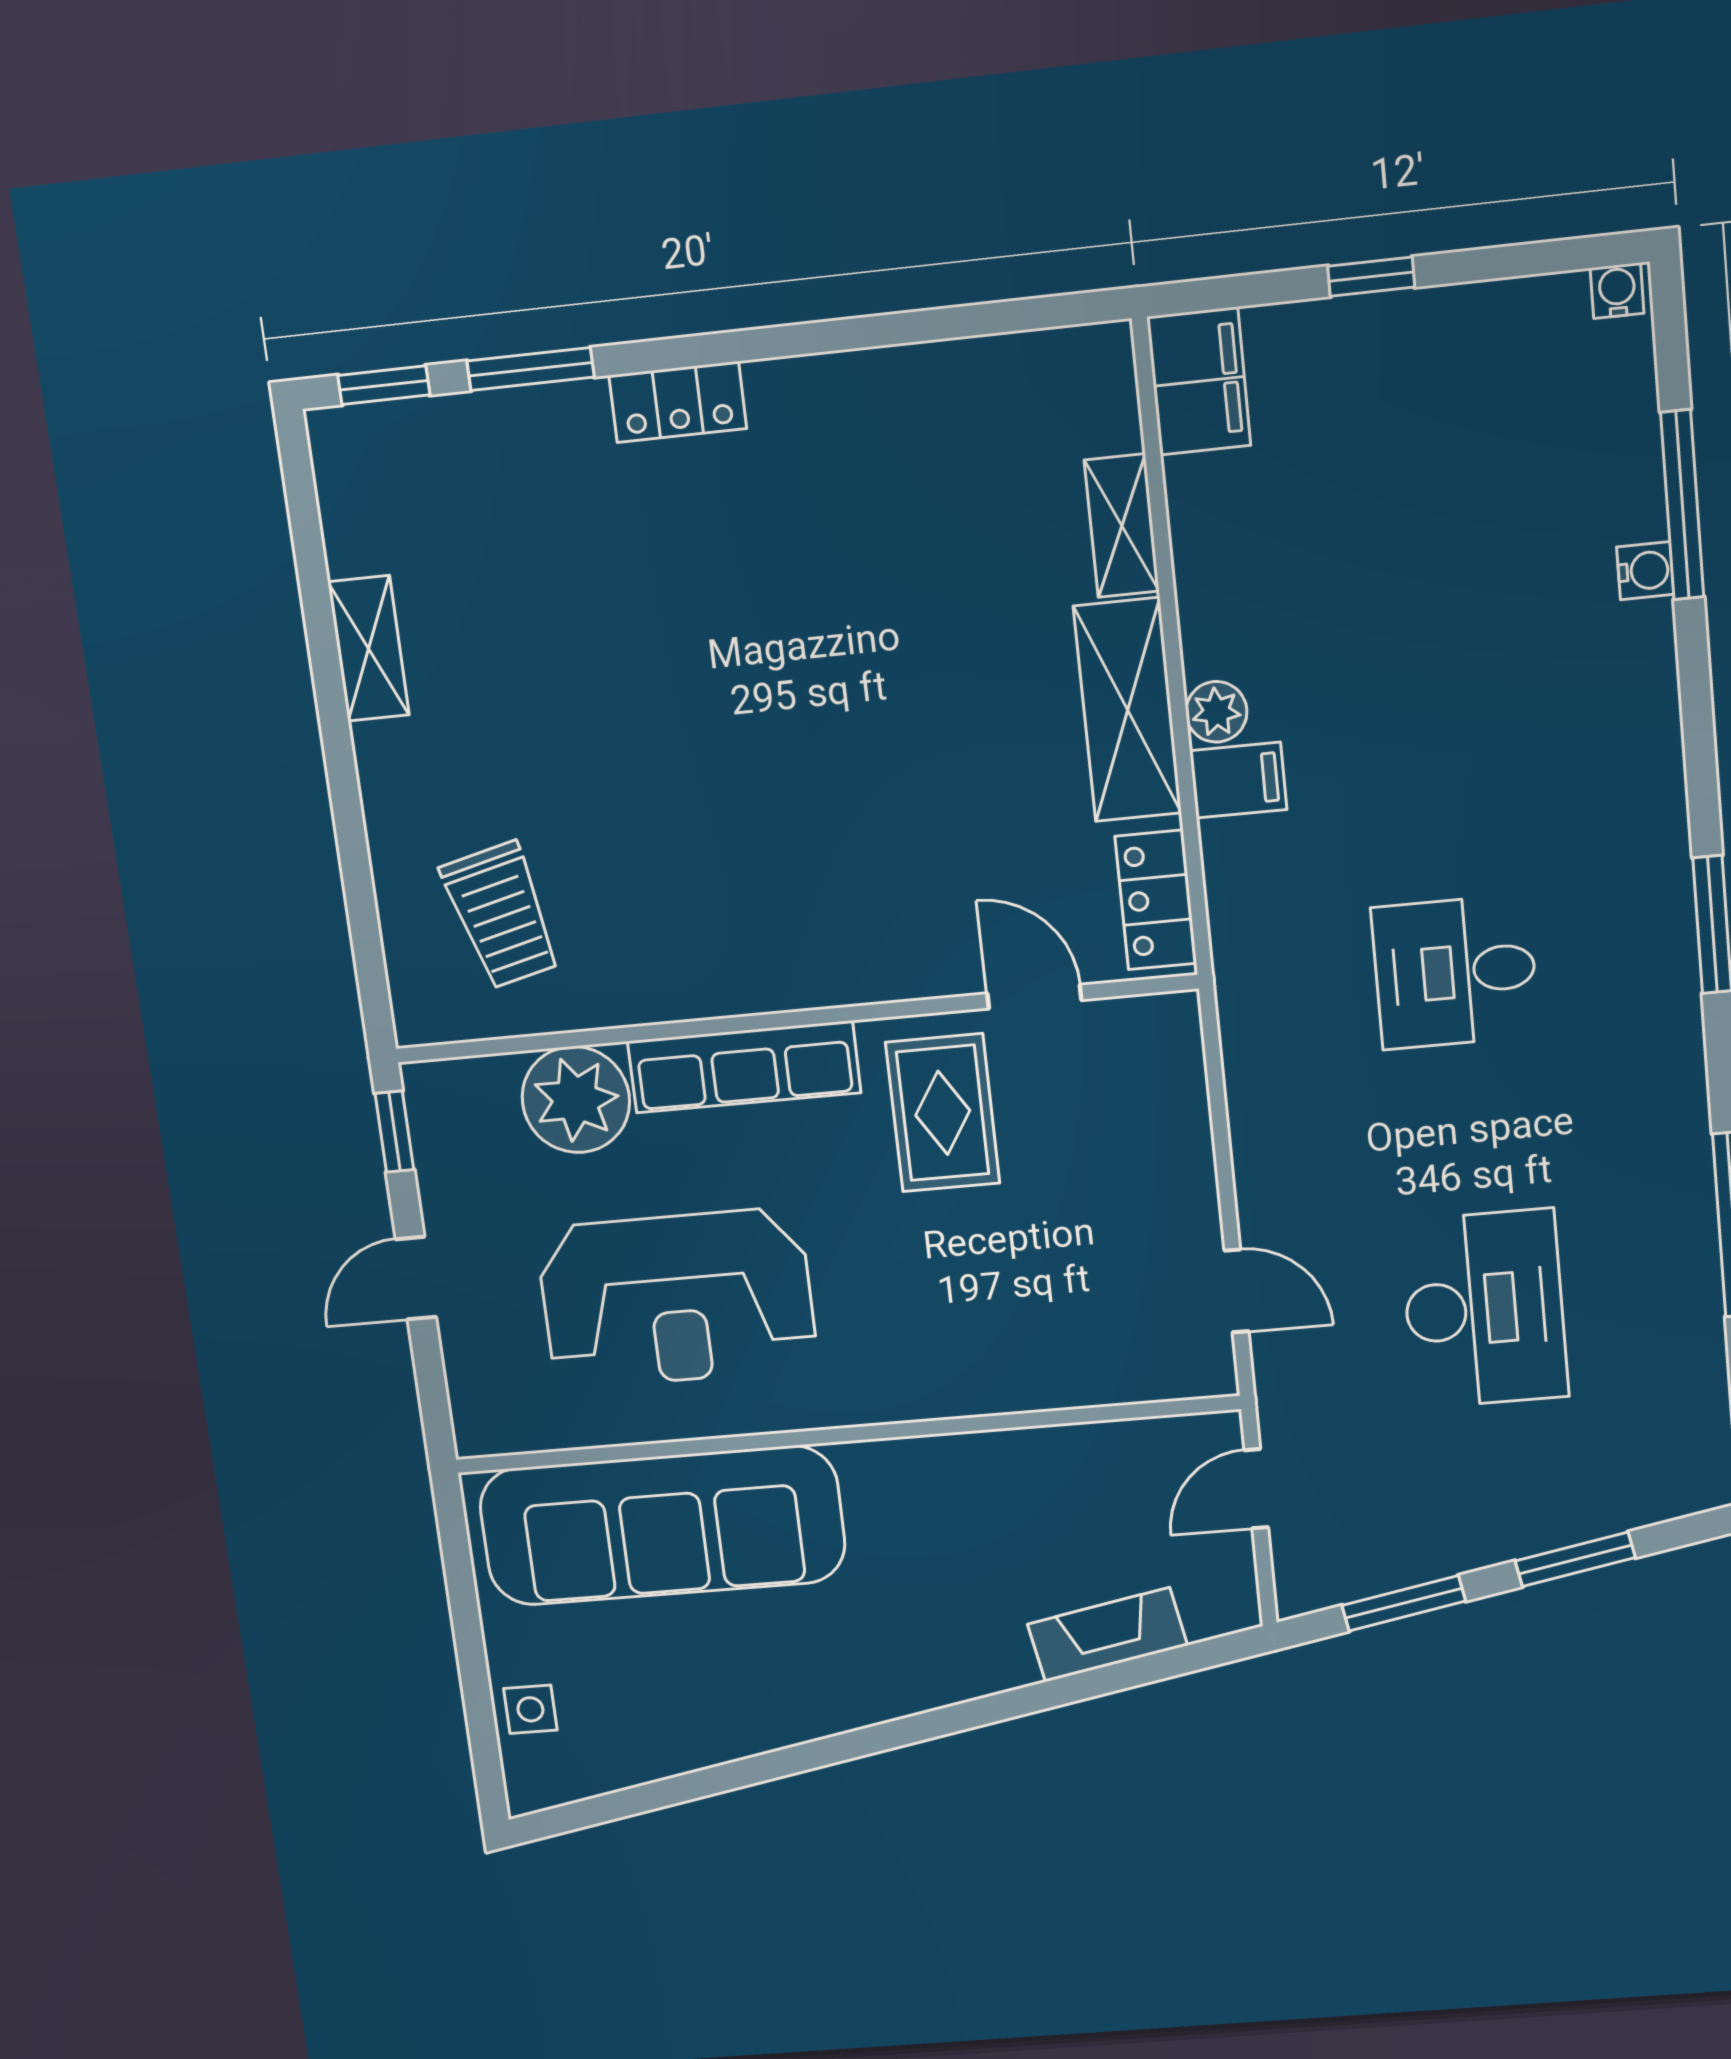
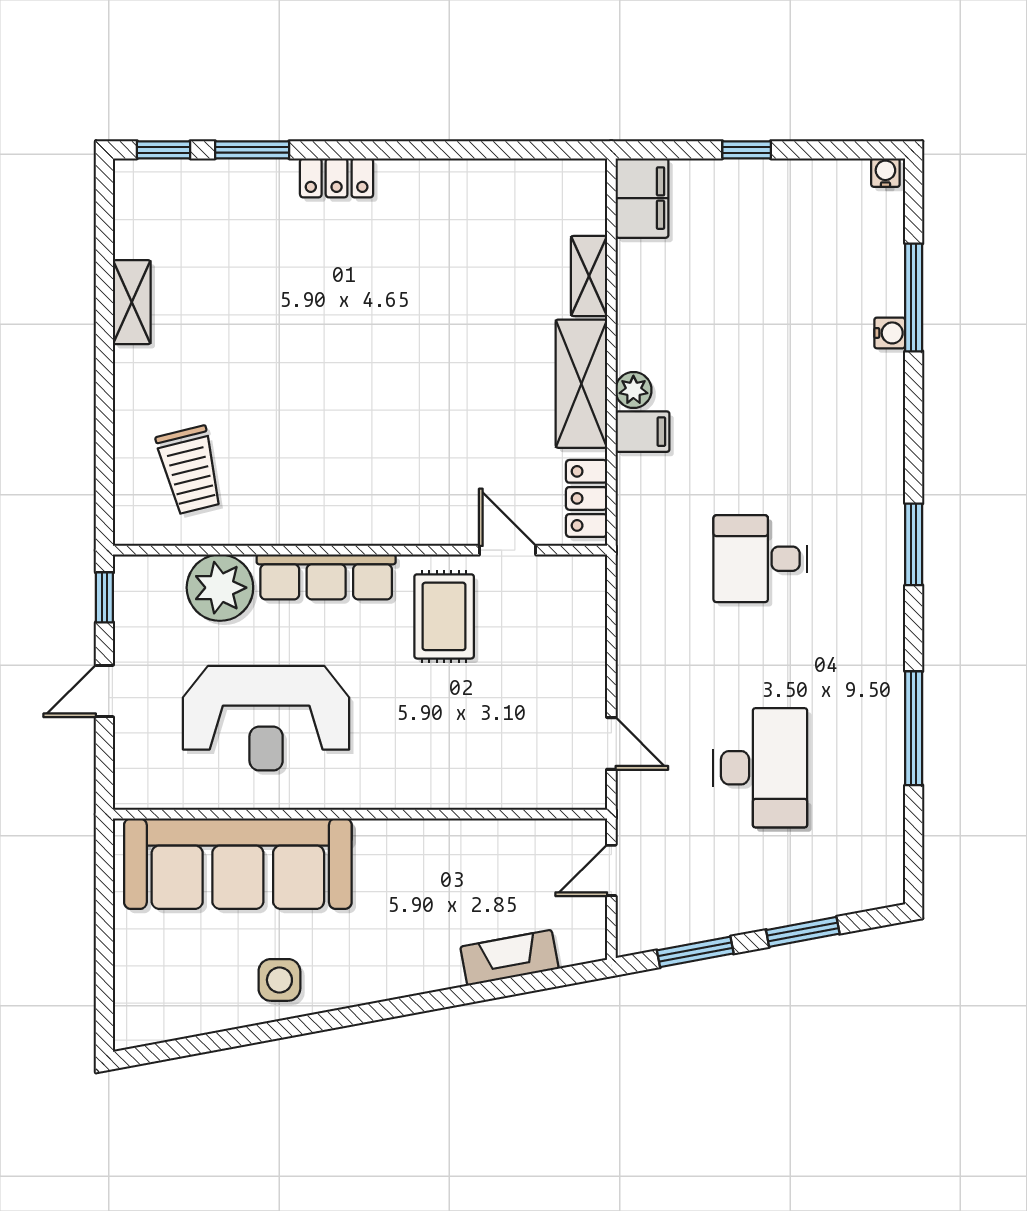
side table: (530, 1709) -> (279, 980), moved, width x1.37, depth x1.37

